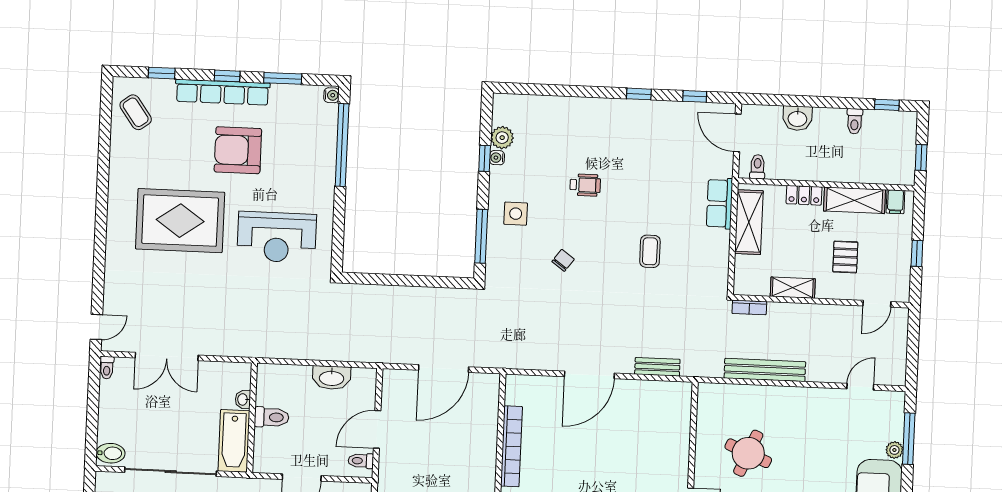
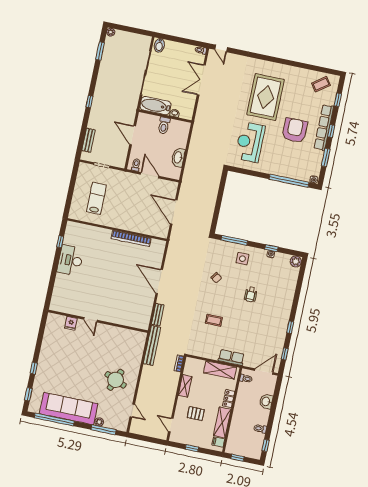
plant: (502, 138) -> (296, 261), moved
bench: (765, 370) -> (152, 345), moved
round table: (748, 453) -> (116, 380), moved

